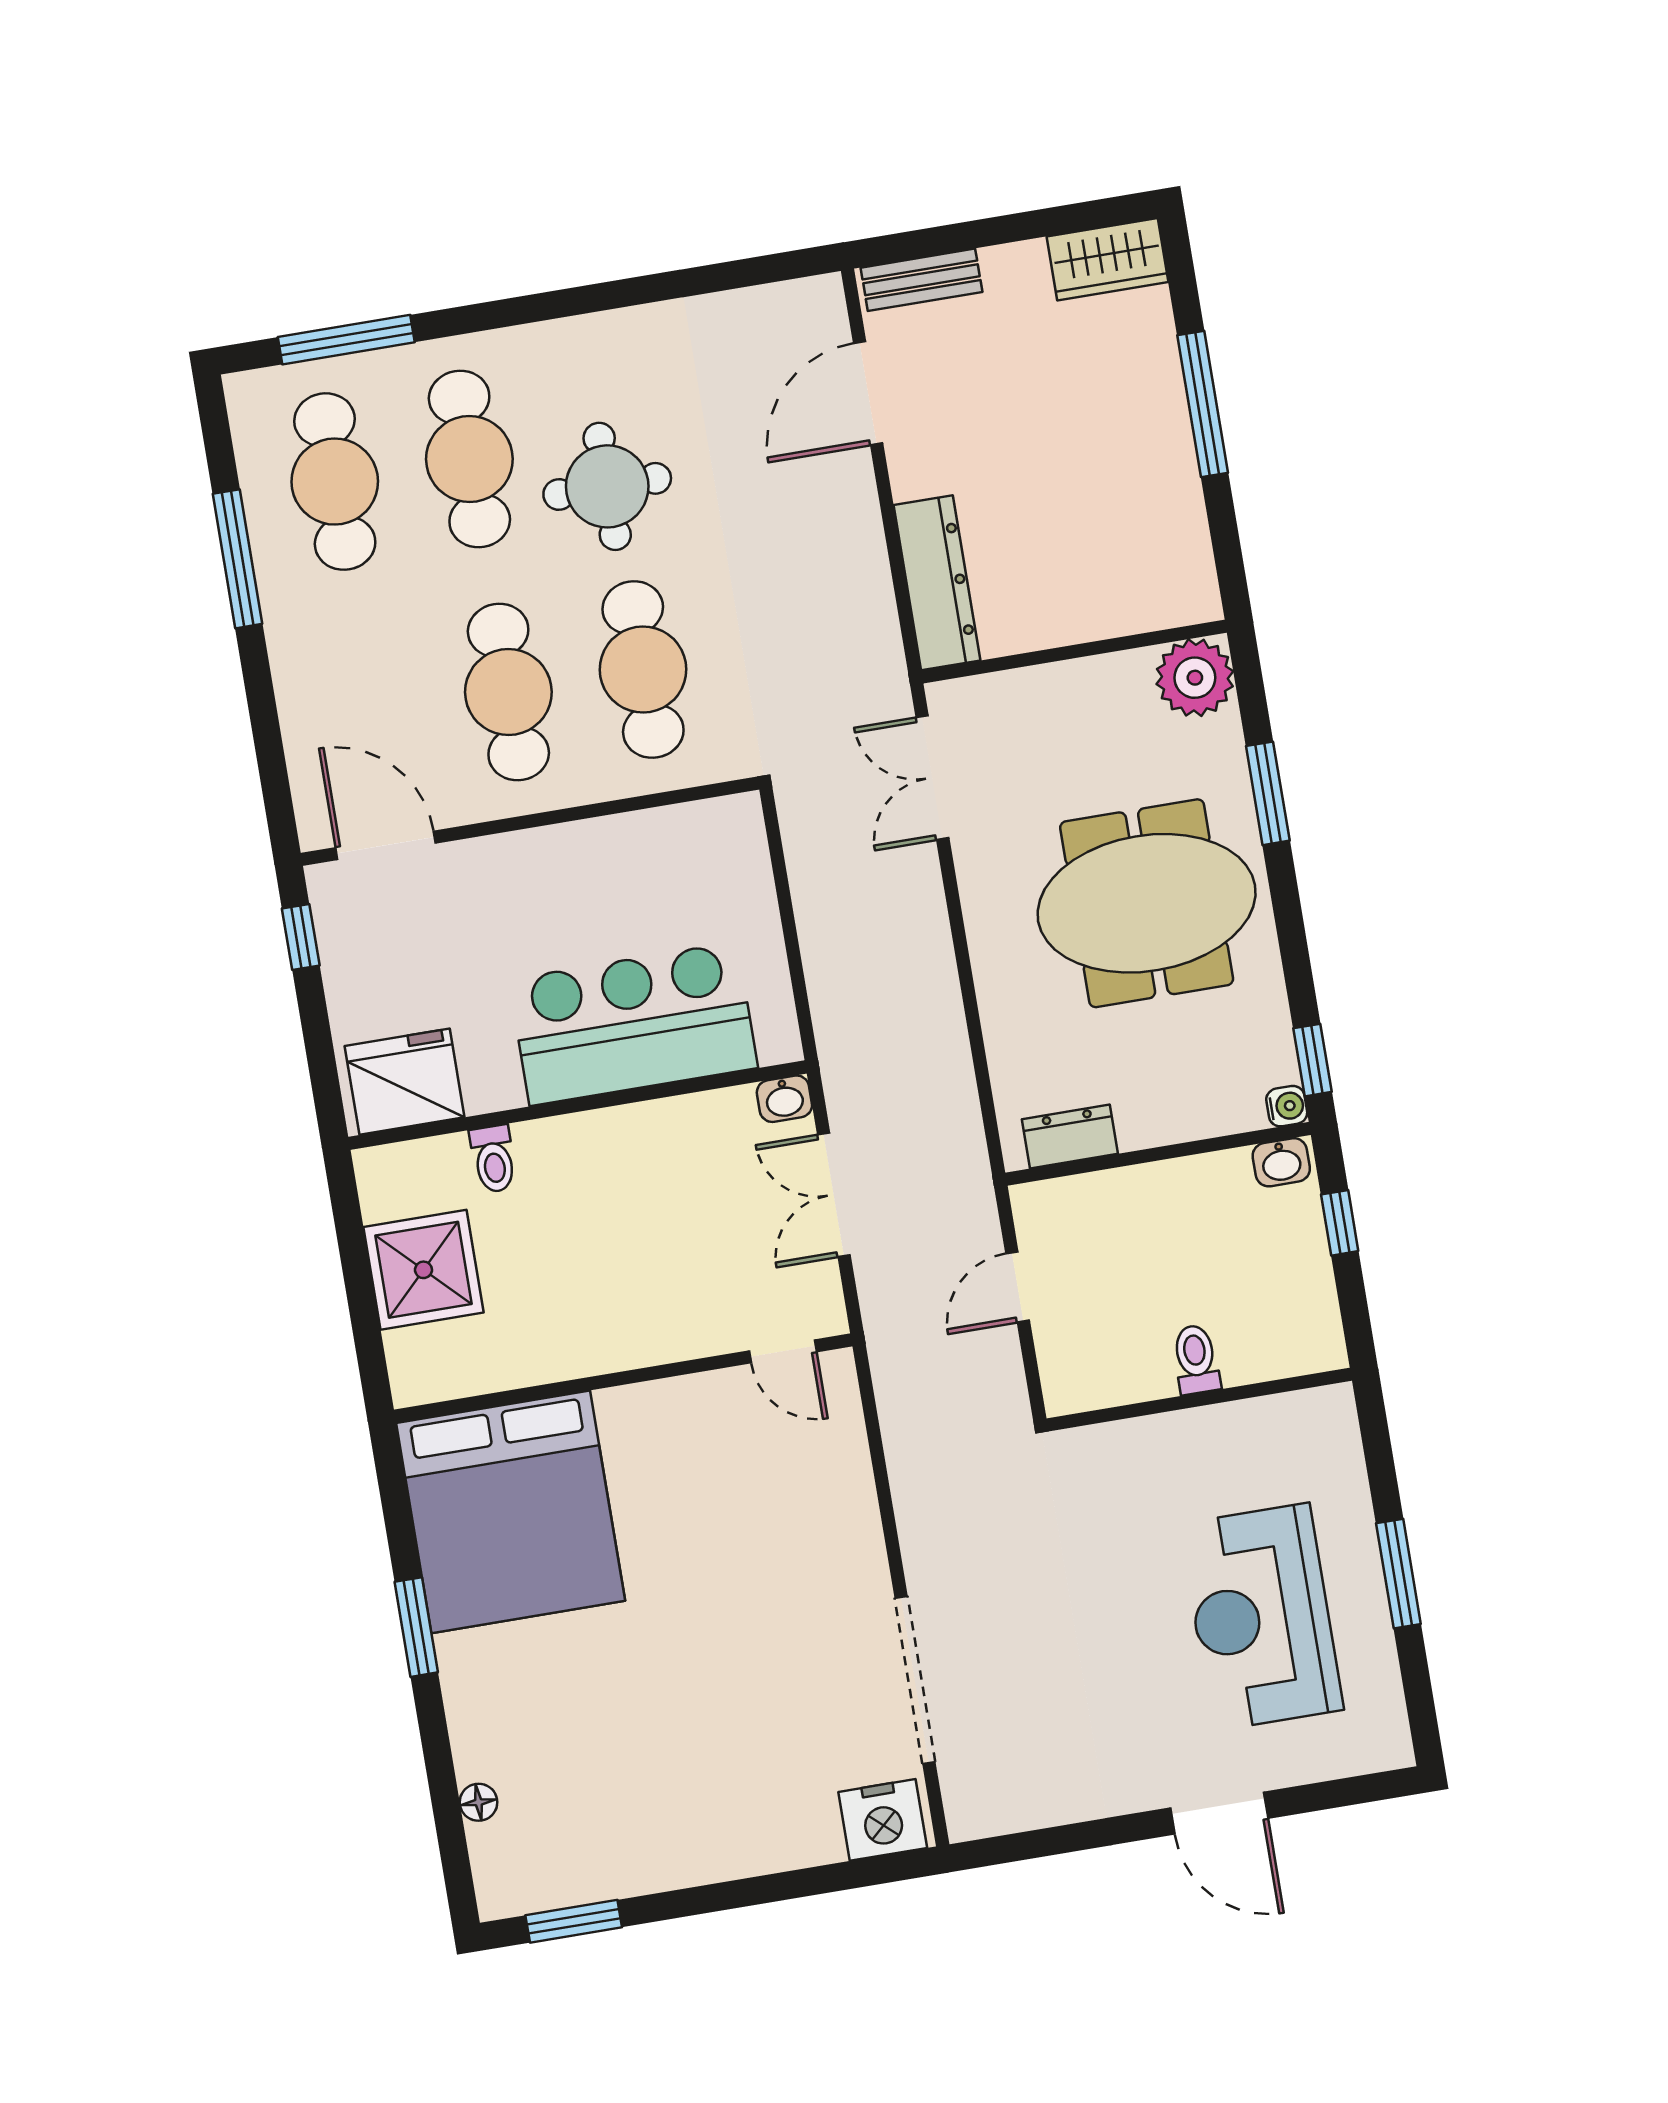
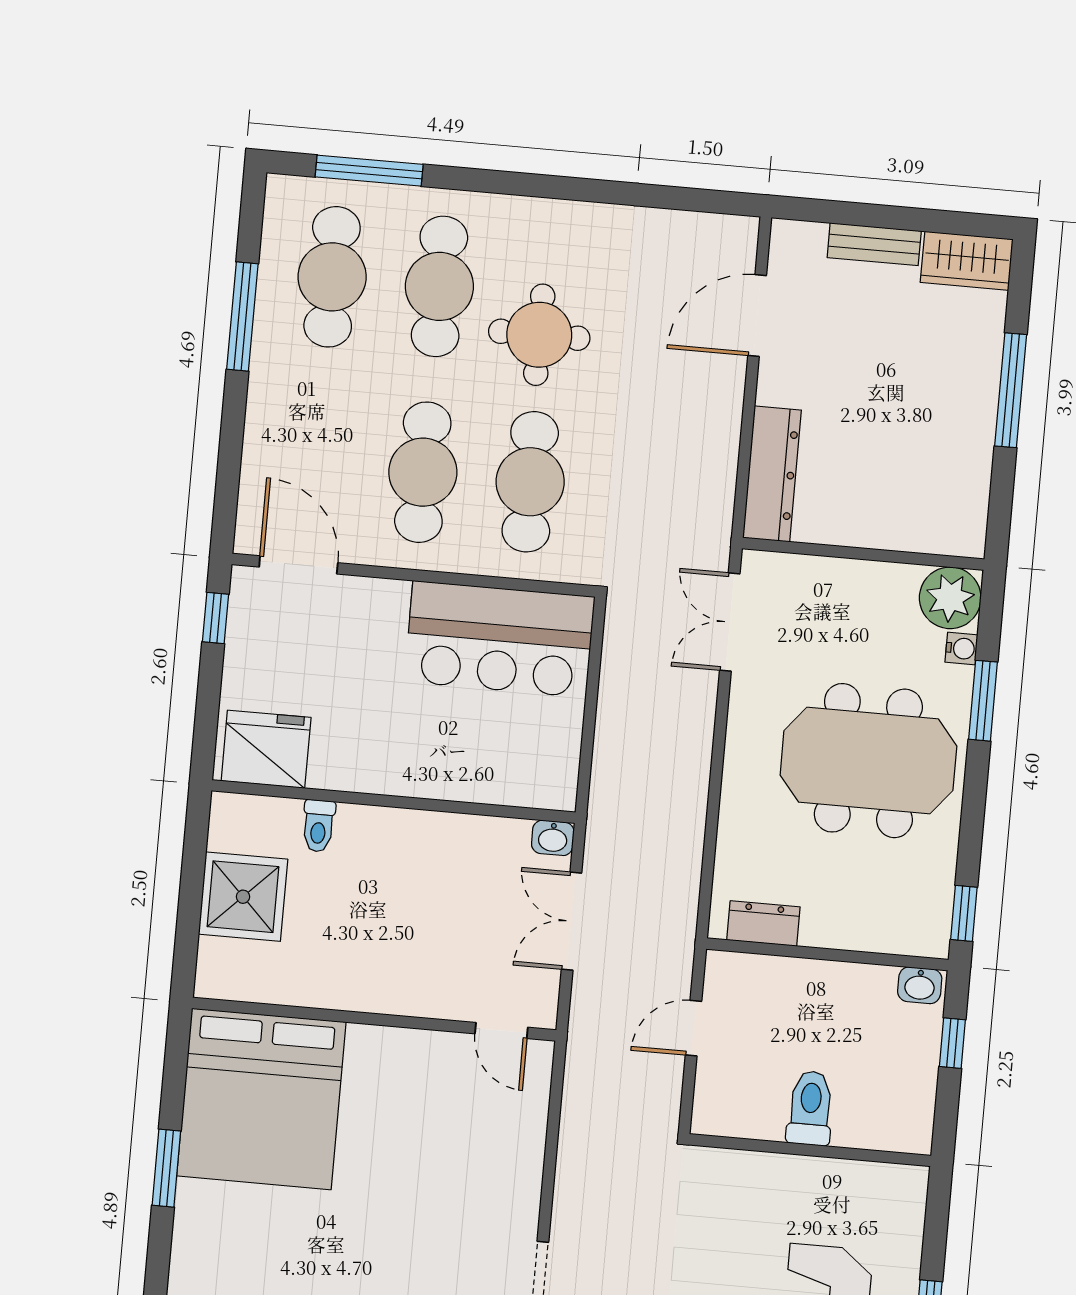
bench: (921, 280) -> (874, 244), moved
bar counter: (633, 1024) -> (500, 639), moved, turned 180
water cooler: (1287, 1106) -> (961, 648), moved
toilet: (1196, 1359) -> (810, 1108), width x1.37, depth x1.39

